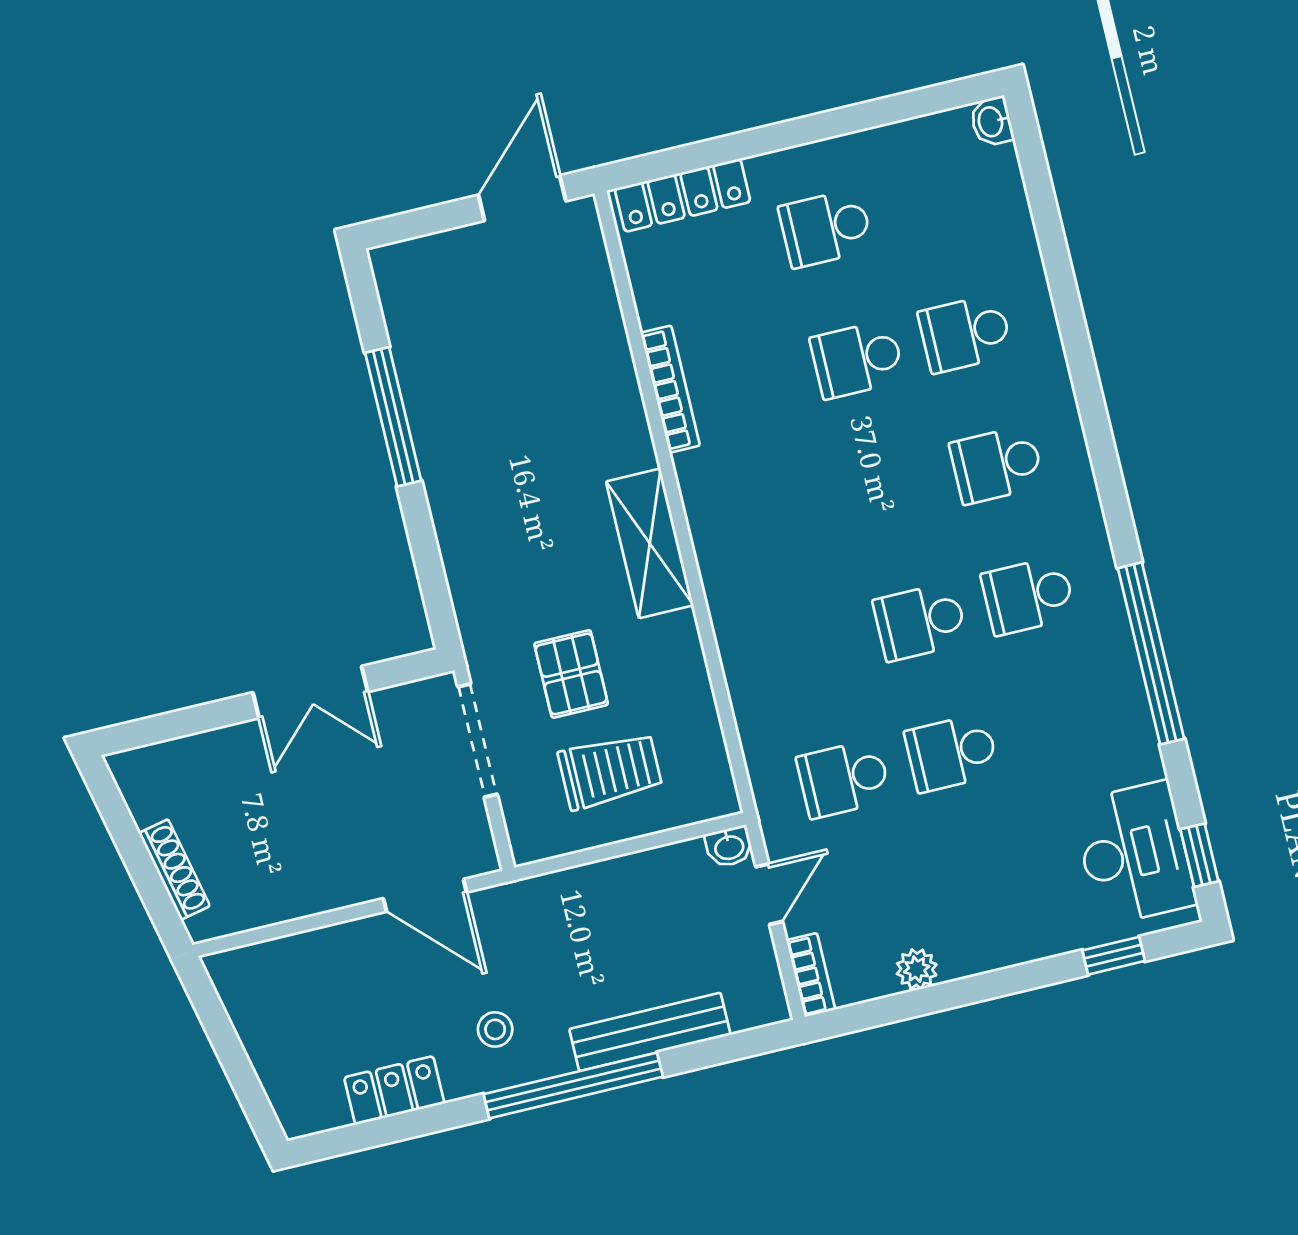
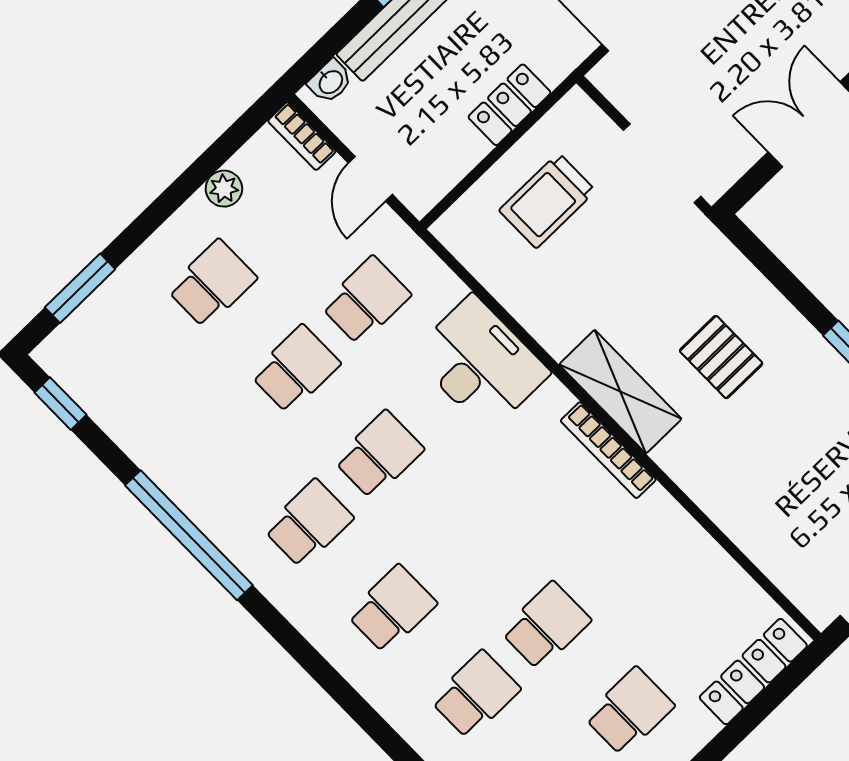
bookcase: (670, 389) -> (608, 450), moved
pallet: (571, 674) -> (721, 357), moved
washbasin: (729, 847) -> (330, 81), moved, turned 180
desk: (1134, 853) -> (480, 363), moved, turned 180
school desk: (983, 884) -> (212, 284), added
locker: (591, 885) -> (509, 105), added
window: (1114, 956) -> (80, 288), width x1.50

